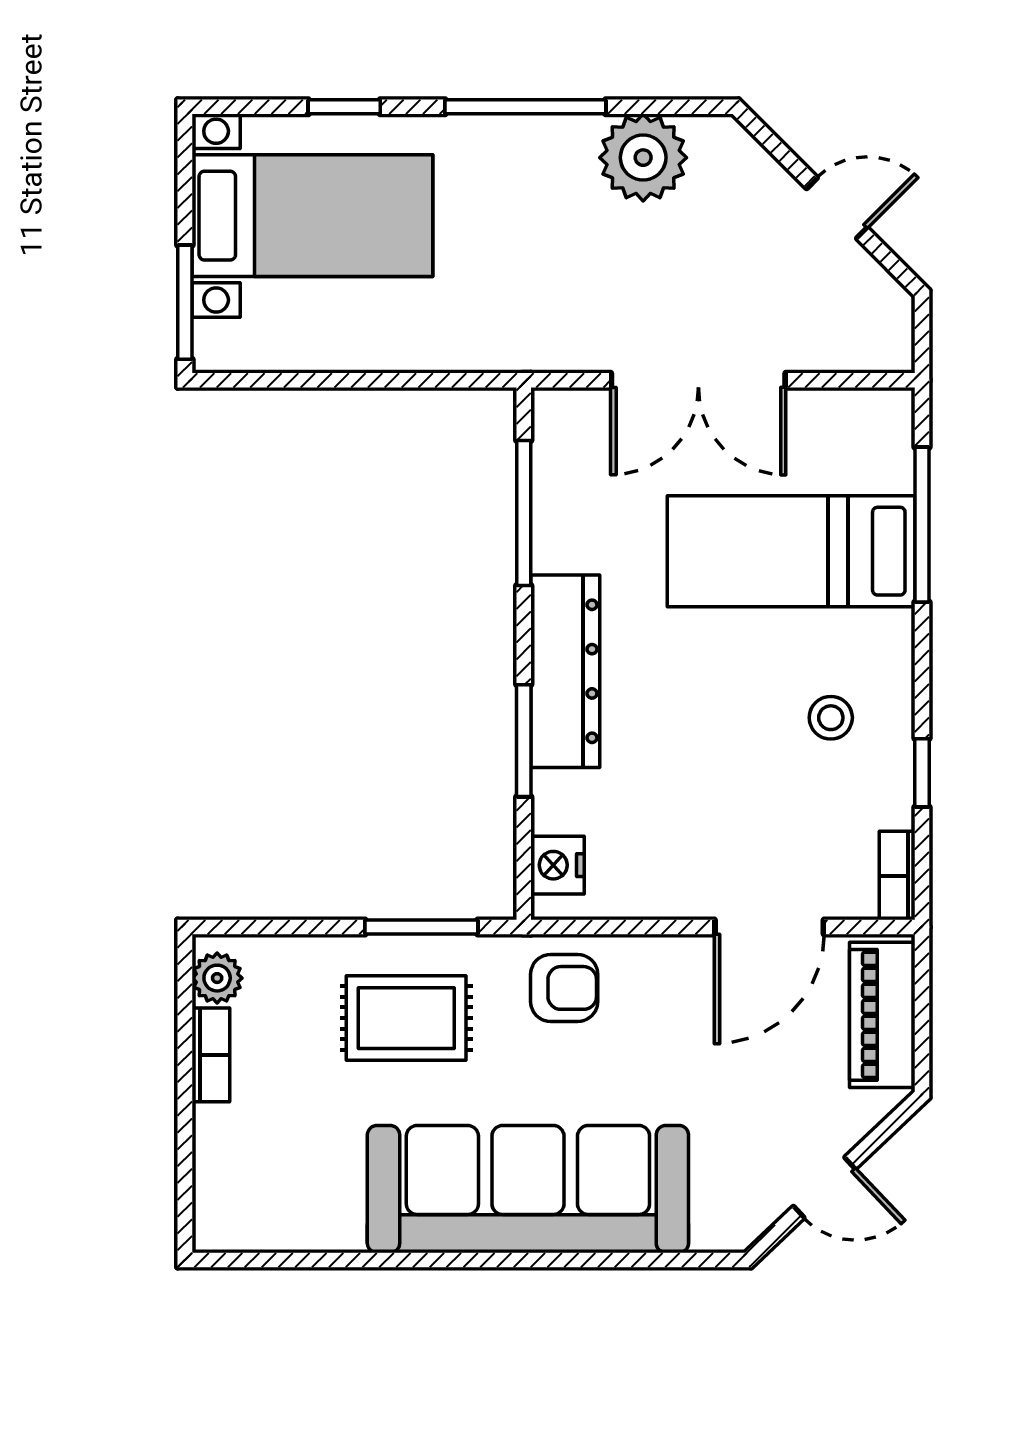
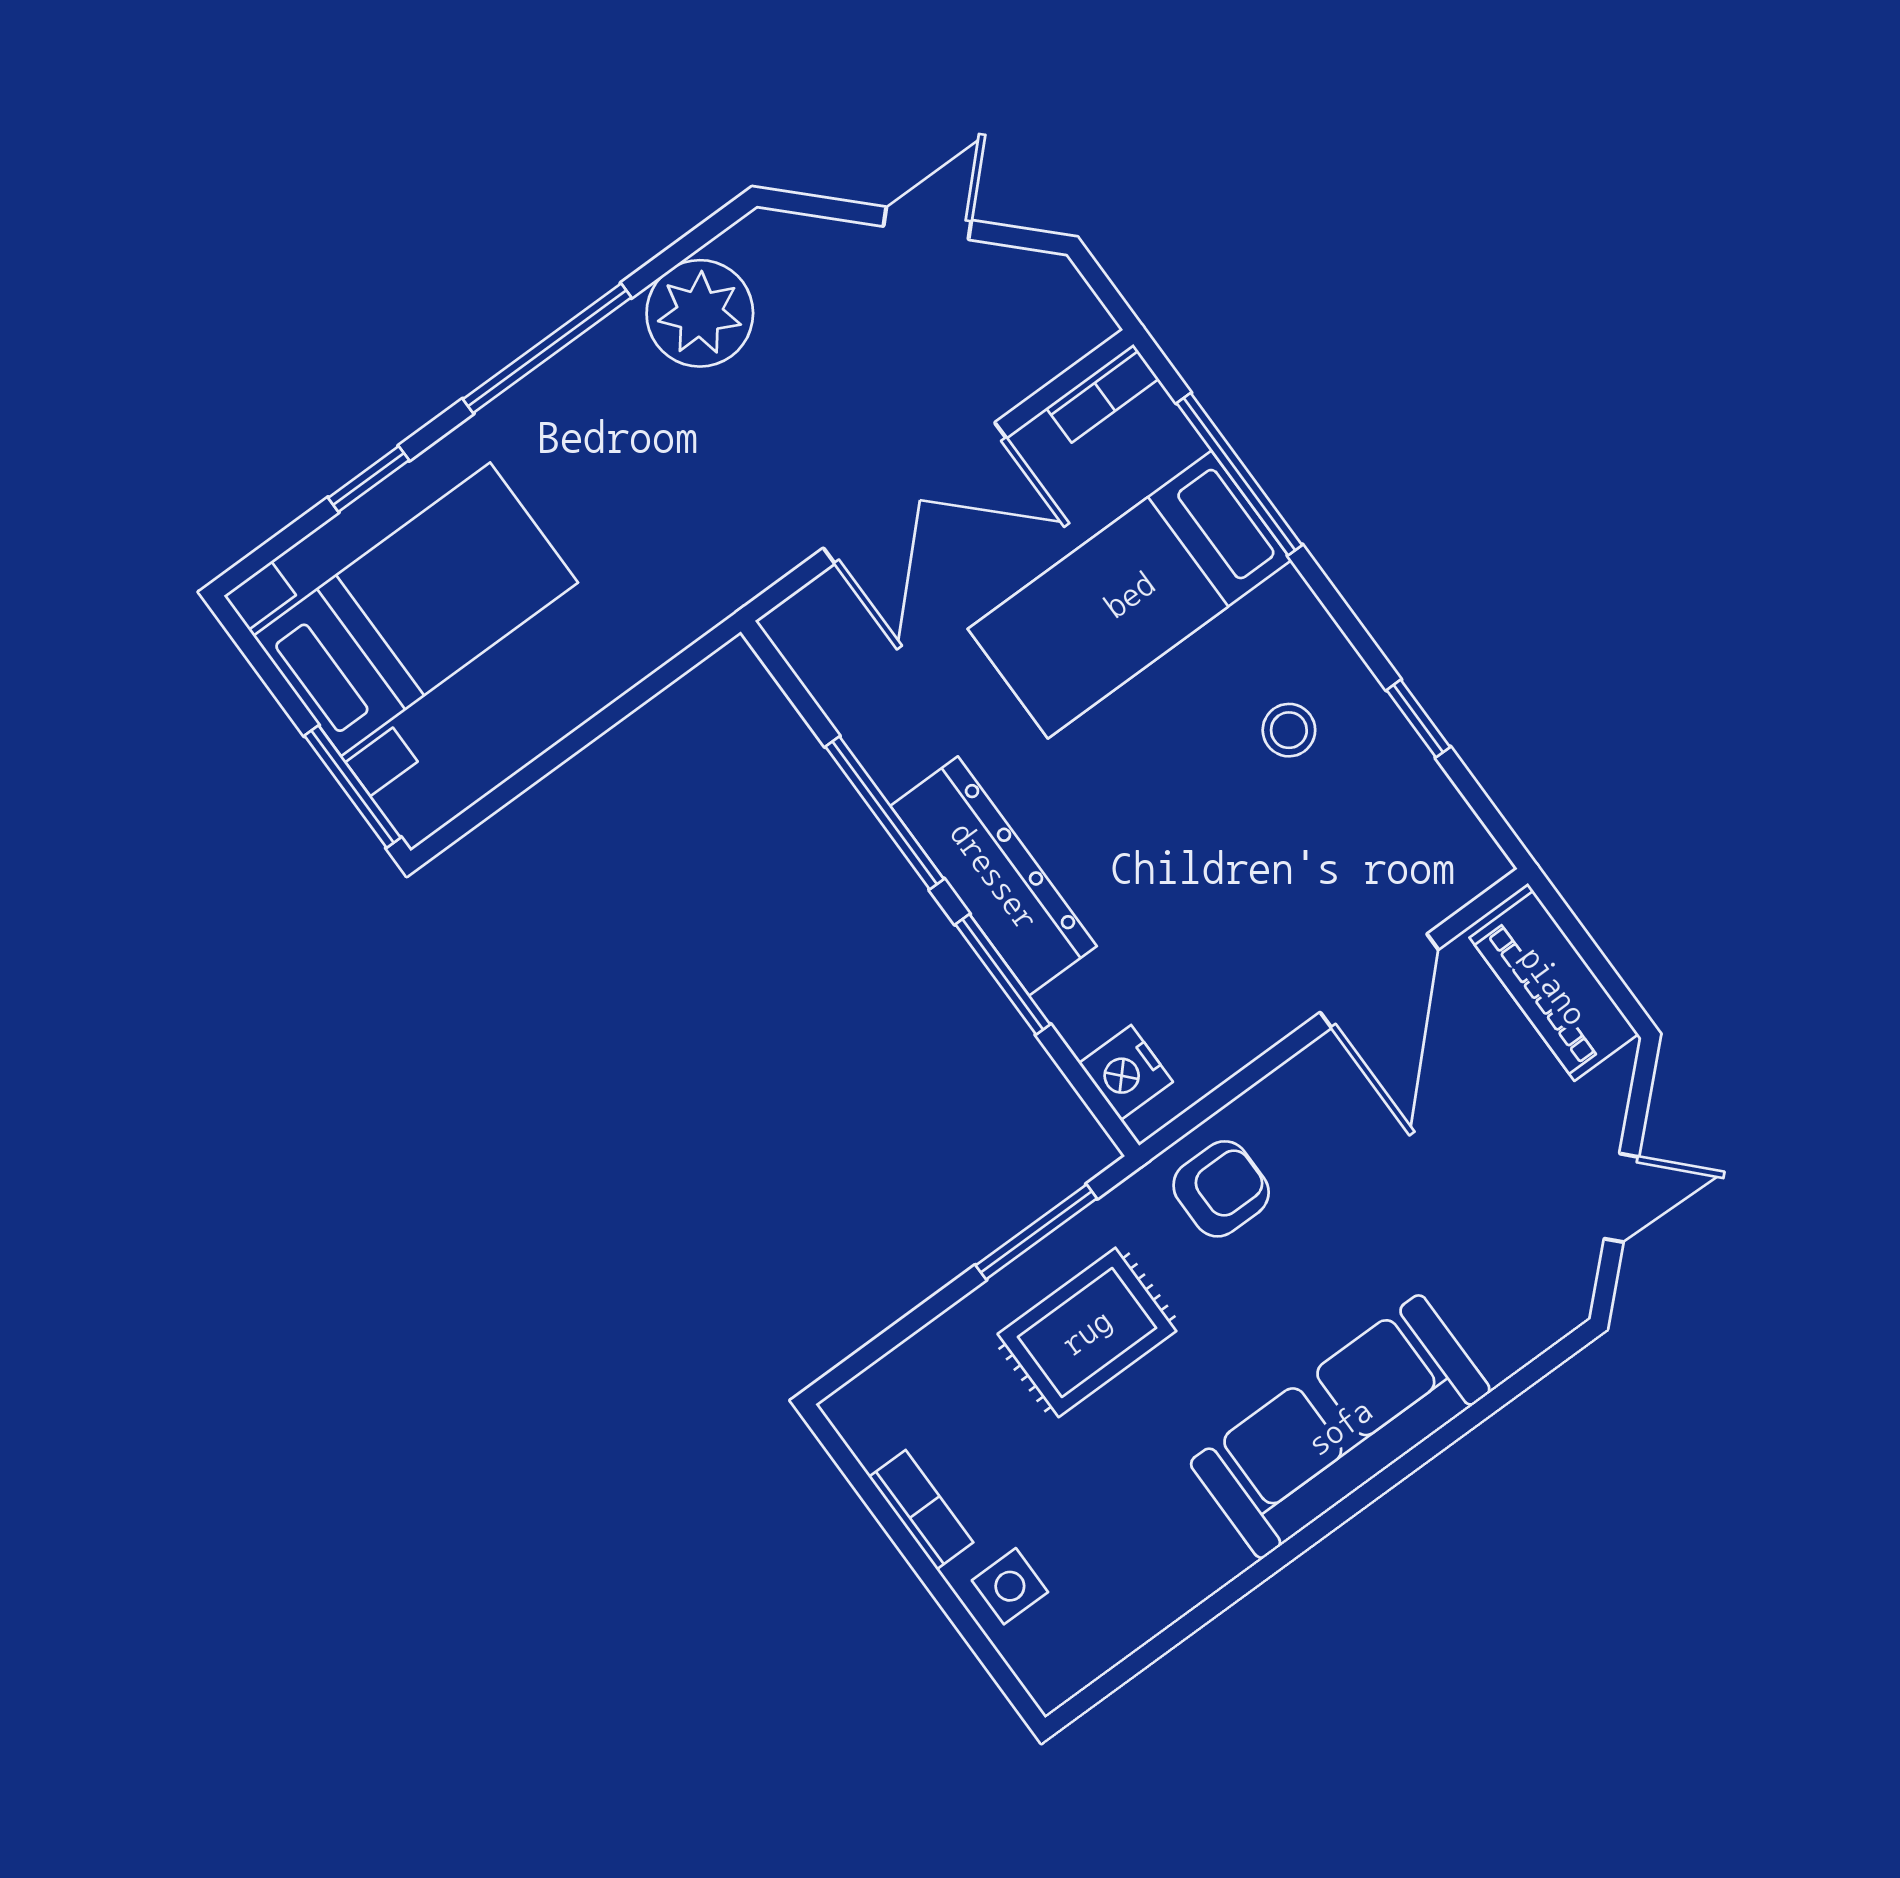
window: (524, 513) -> (885, 813), moved
bookcase: (897, 876) -> (1102, 393), moved, turned -90
plant: (217, 978) -> (872, 1429), removed
side table: (233, 1148) -> (1010, 1586), added
sofa: (528, 1189) -> (1340, 1427), width x0.74, depth x0.79

